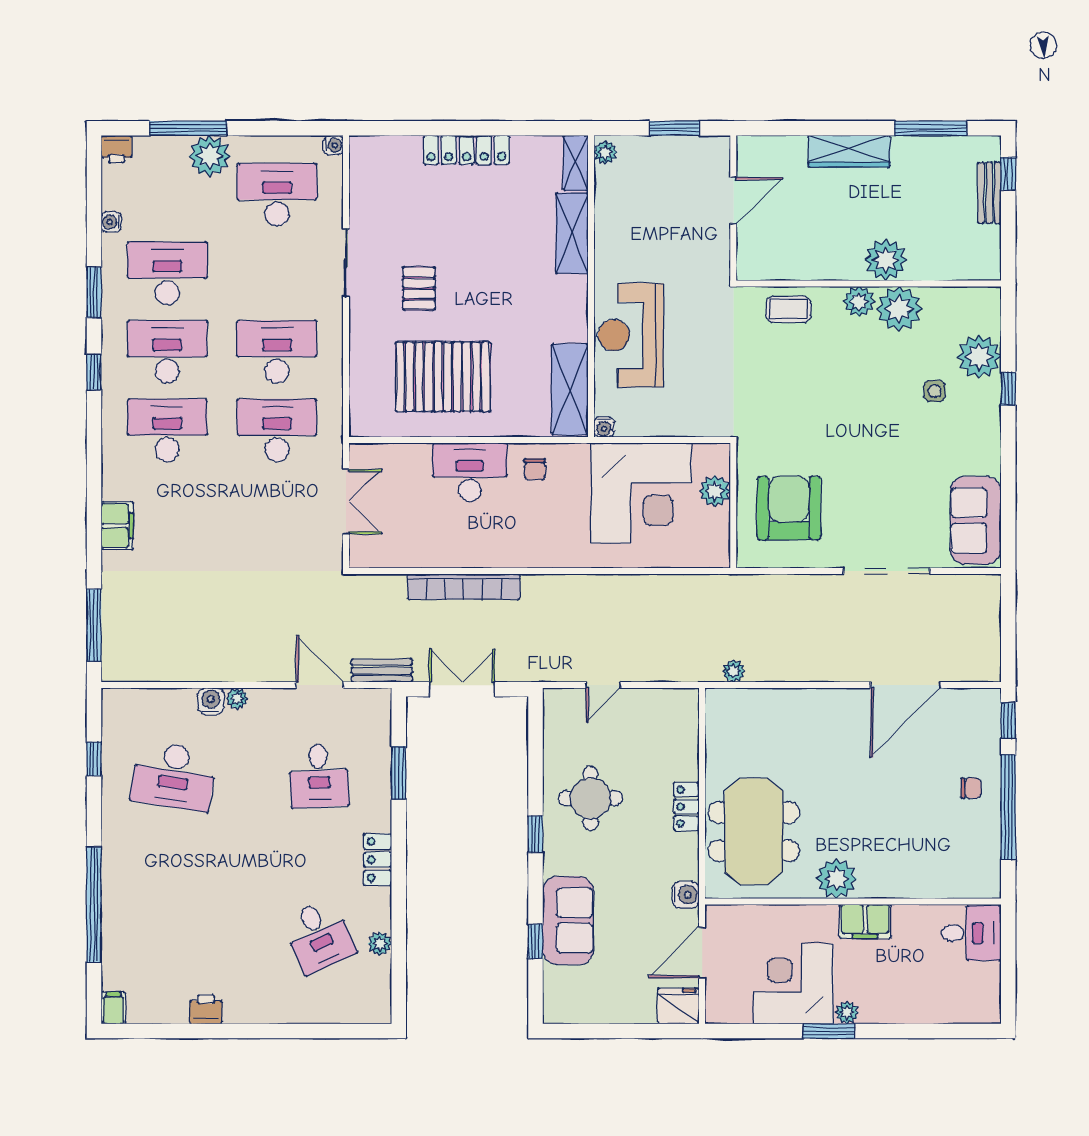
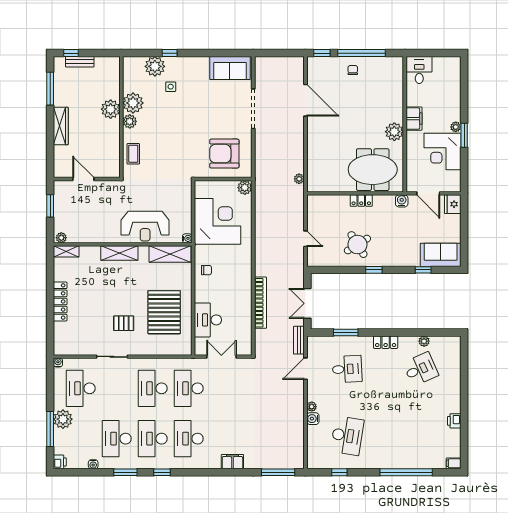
shelving: (572, 233) -> (119, 253), moved
desk: (470, 472) -> (208, 320), moved
plant: (715, 491) -> (245, 188), moved
round table: (590, 798) -> (357, 245), turned -32
sofa: (568, 920) -> (441, 255), moved

